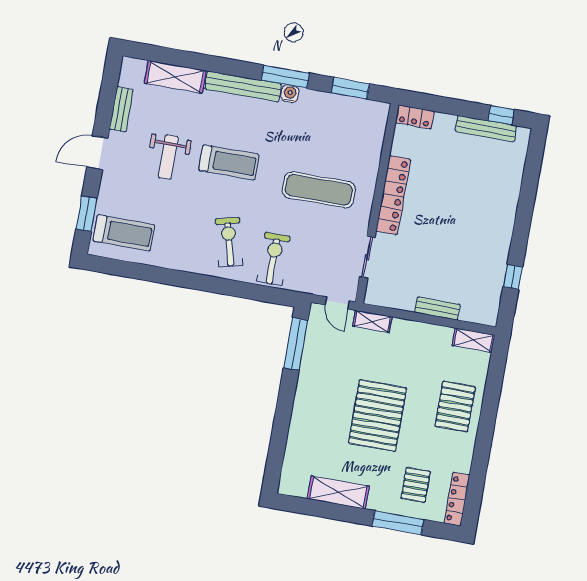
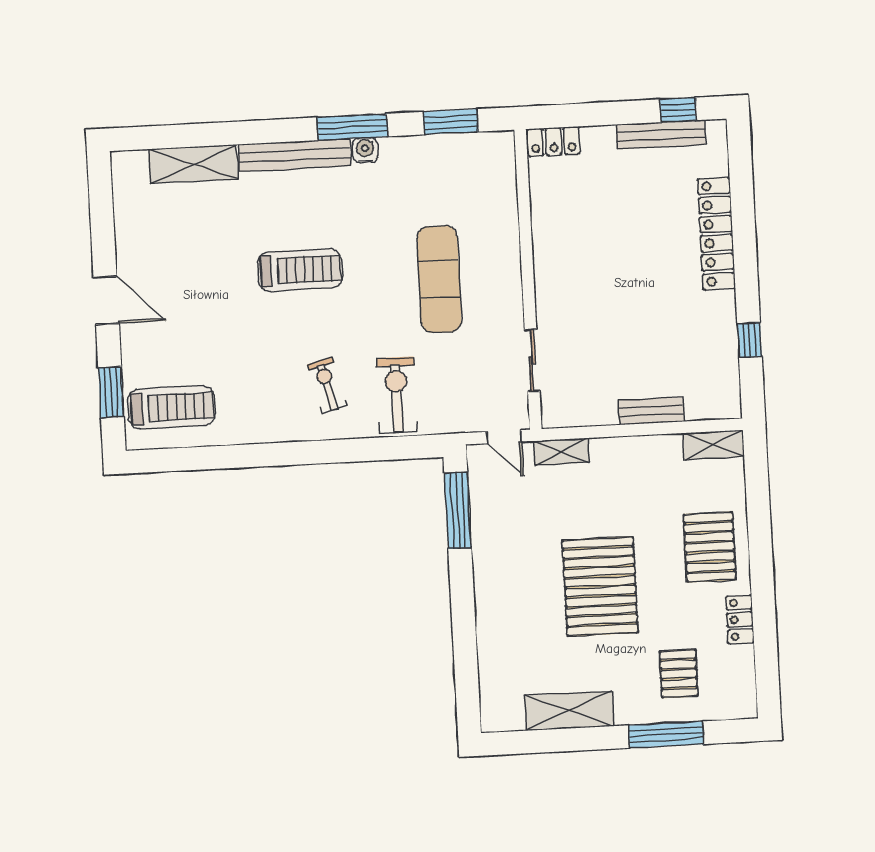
bench: (121, 109) -> (126, 229), removed
door: (97, 153) -> (106, 300), swing flipped
weight bench: (168, 157) -> (210, 283), removed
exercise mat: (319, 190) -> (439, 279), turned 90
locker: (393, 195) -> (716, 234), moved, turned 180
exercise bike: (229, 242) -> (327, 385), width x0.73, depth x0.72
locker: (457, 499) -> (740, 620), moved, width x0.66

